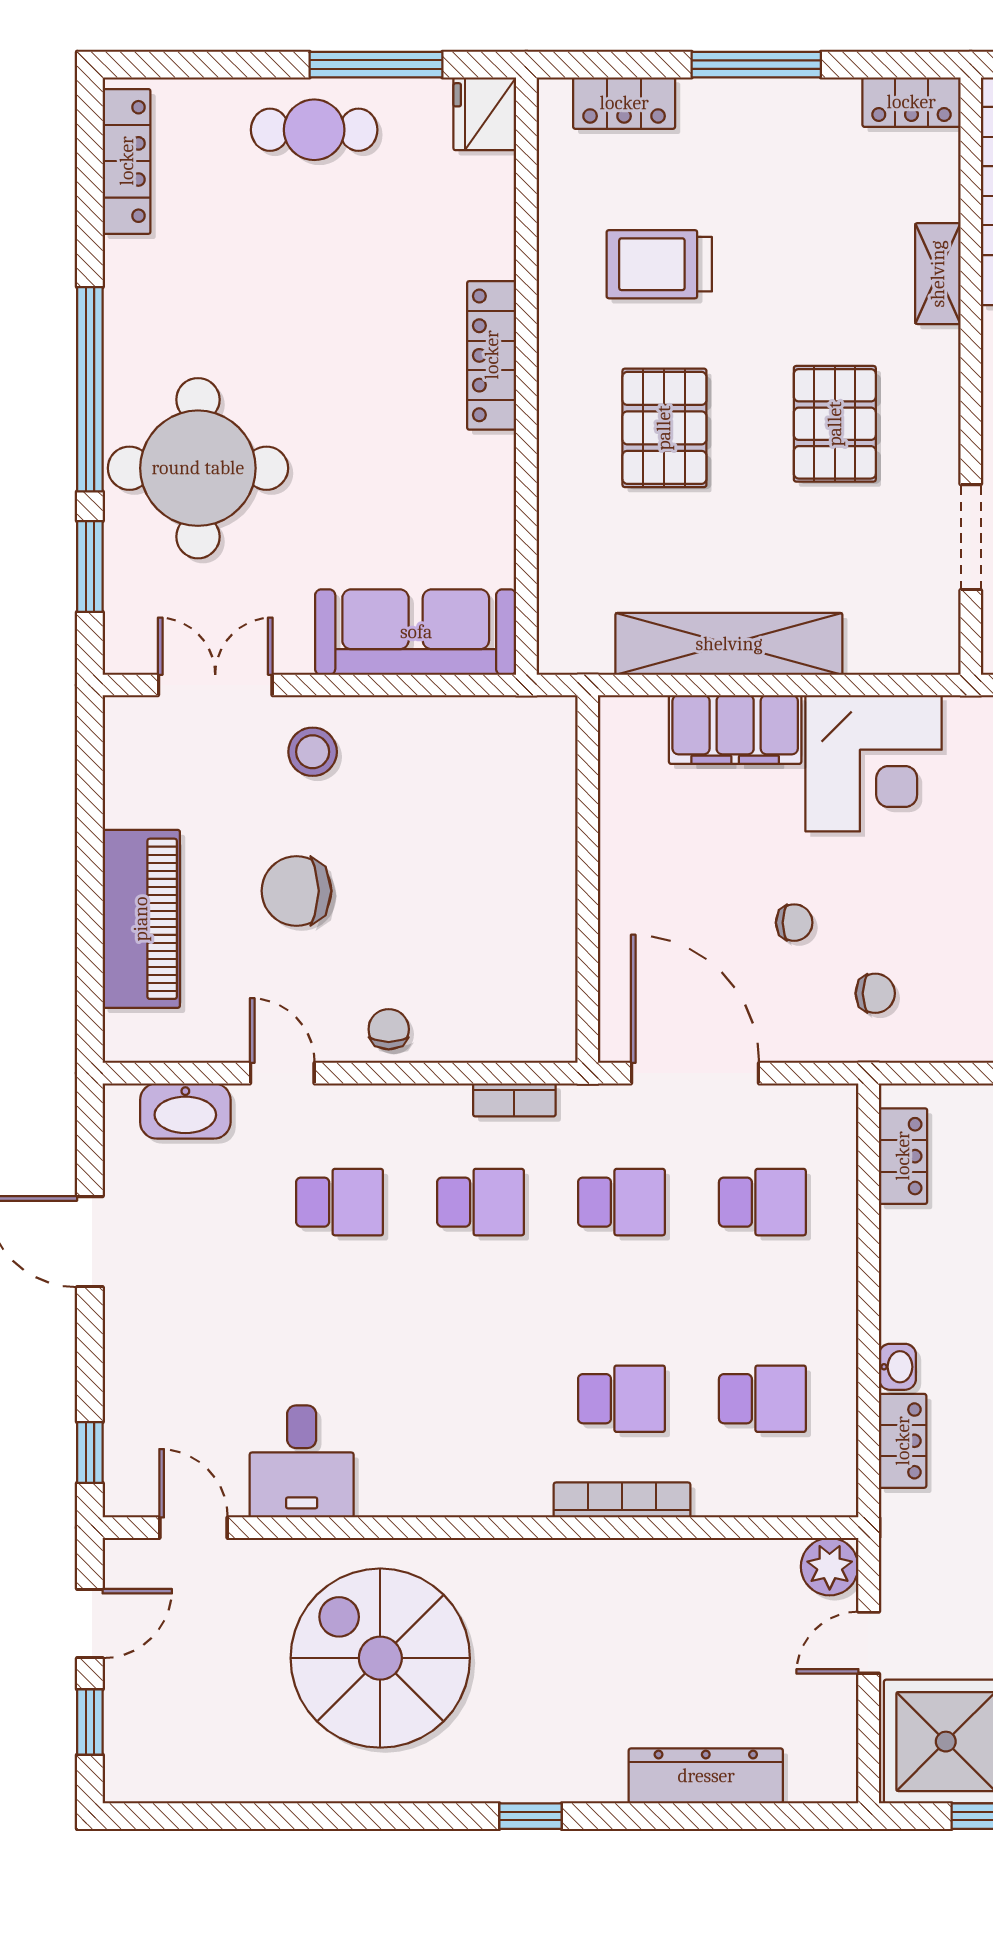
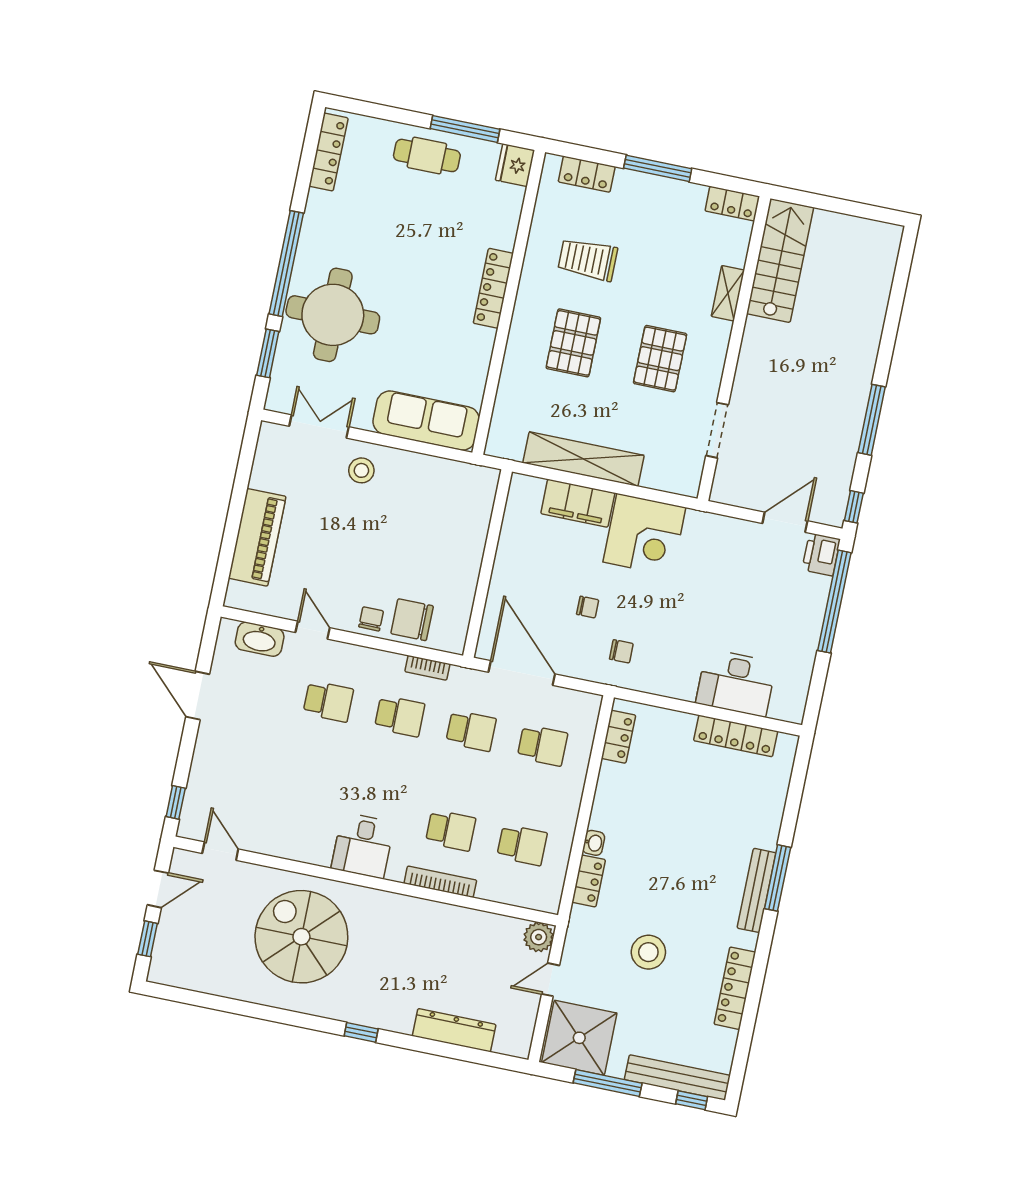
chair: (296, 891) -> (412, 620), moved
desk: (302, 1461) -> (363, 845), moved

